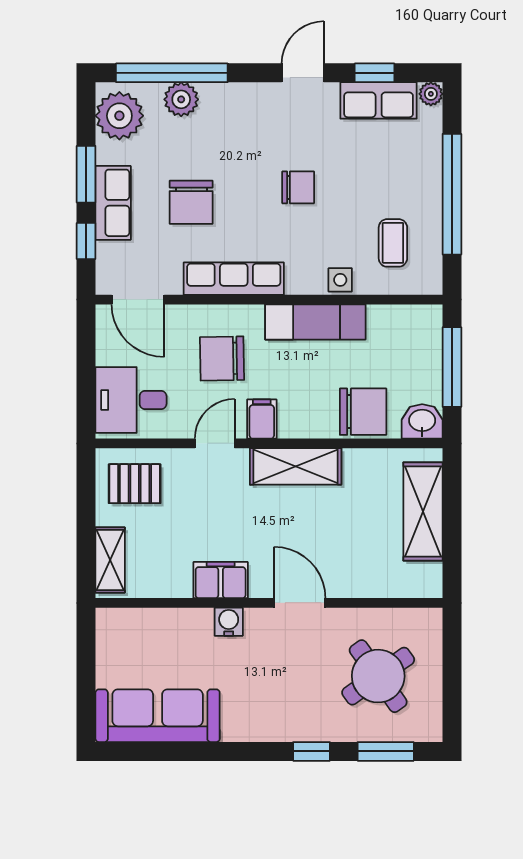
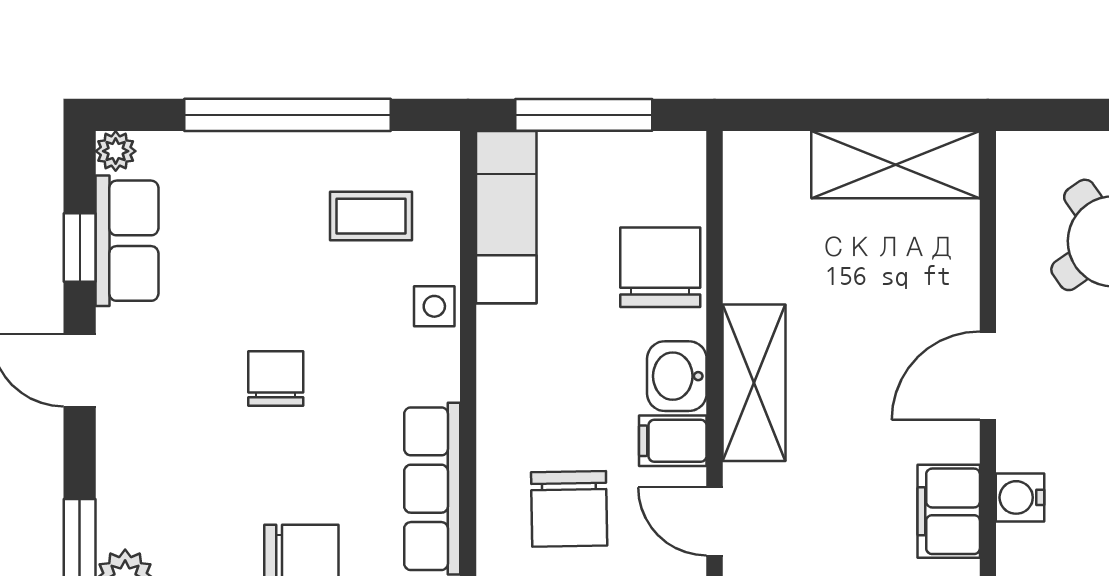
exam couch: (315, 322) -> (506, 217), moved
washbasin: (422, 421) -> (677, 376), moved
shelving: (423, 511) -> (896, 165), moved

